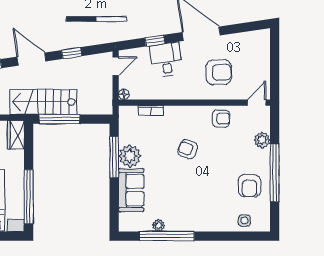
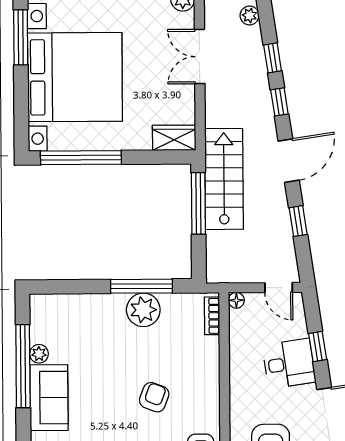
bookcase: (151, 111) -> (212, 316), moved
sofa: (131, 190) -> (49, 398), moved, turned -90

